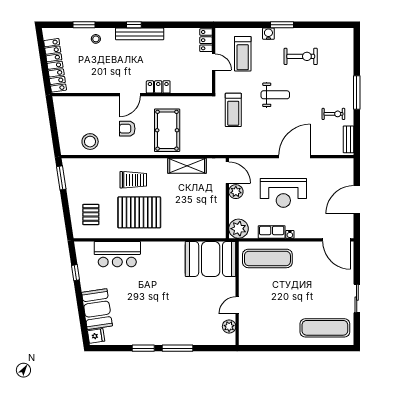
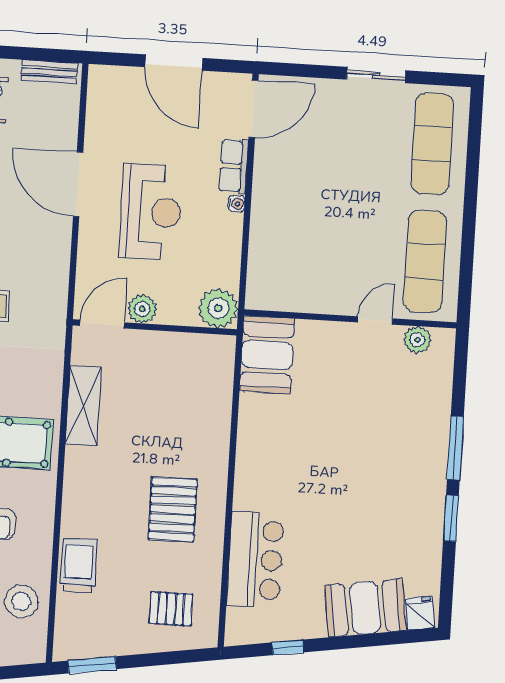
trolley: (133, 180) -> (79, 566), moved
pallet: (139, 212) -> (173, 509), width x0.73, depth x0.71
row of seats: (272, 232) -> (234, 166), moved
exercise mat: (267, 258) -> (425, 261), moved
booth: (211, 259) -> (267, 355), width x0.73, depth x0.70
door: (237, 305) -> (375, 320), swing flipped

